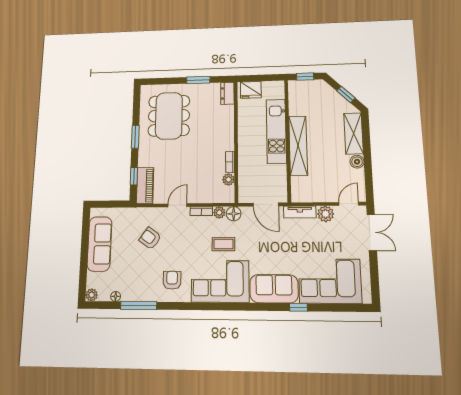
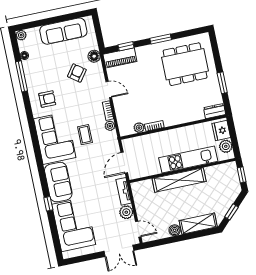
plant: (269, 88) -> (226, 146), added
floor lamp: (234, 214) -> (94, 56), moved

